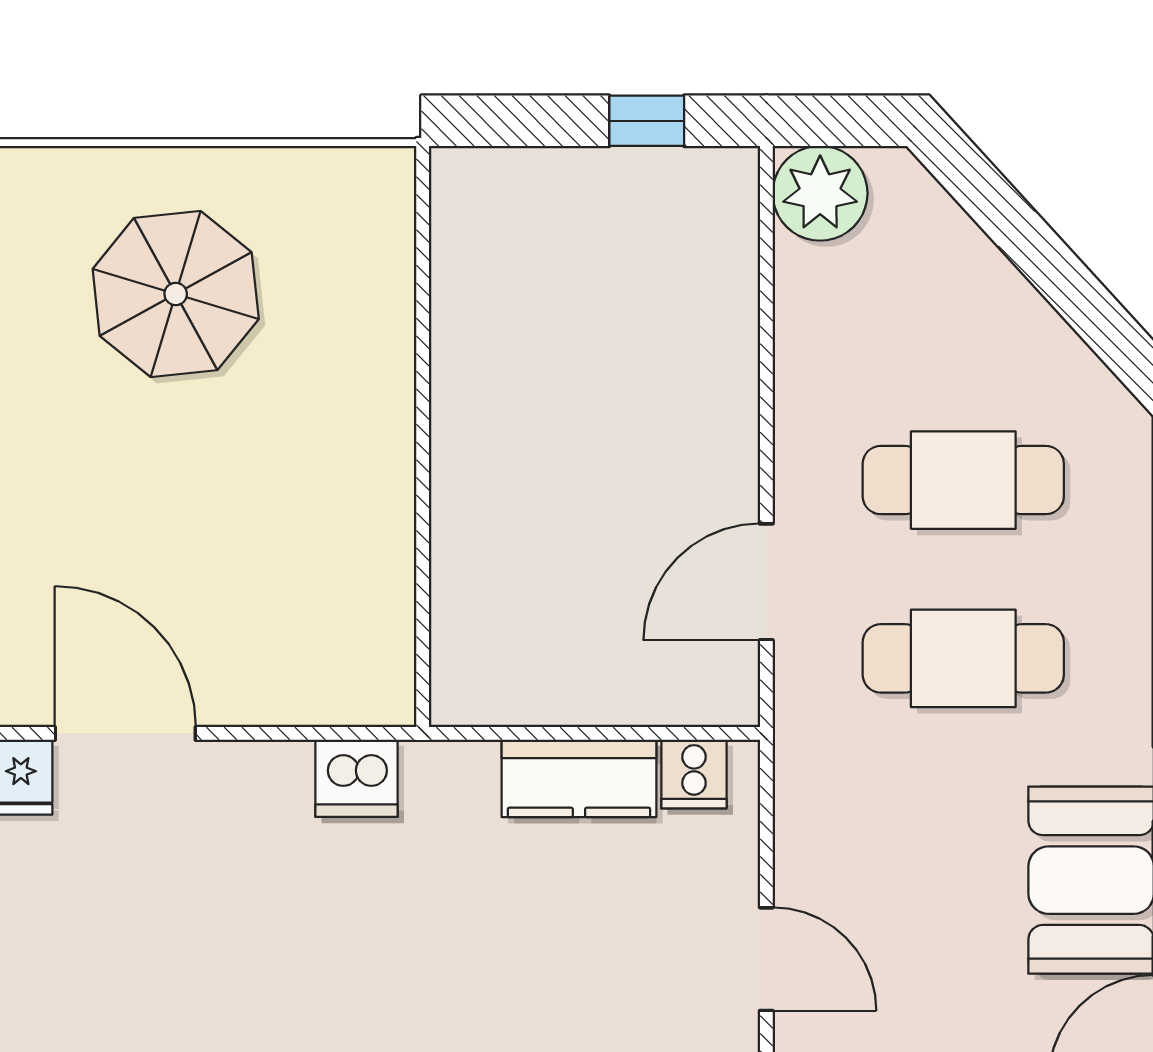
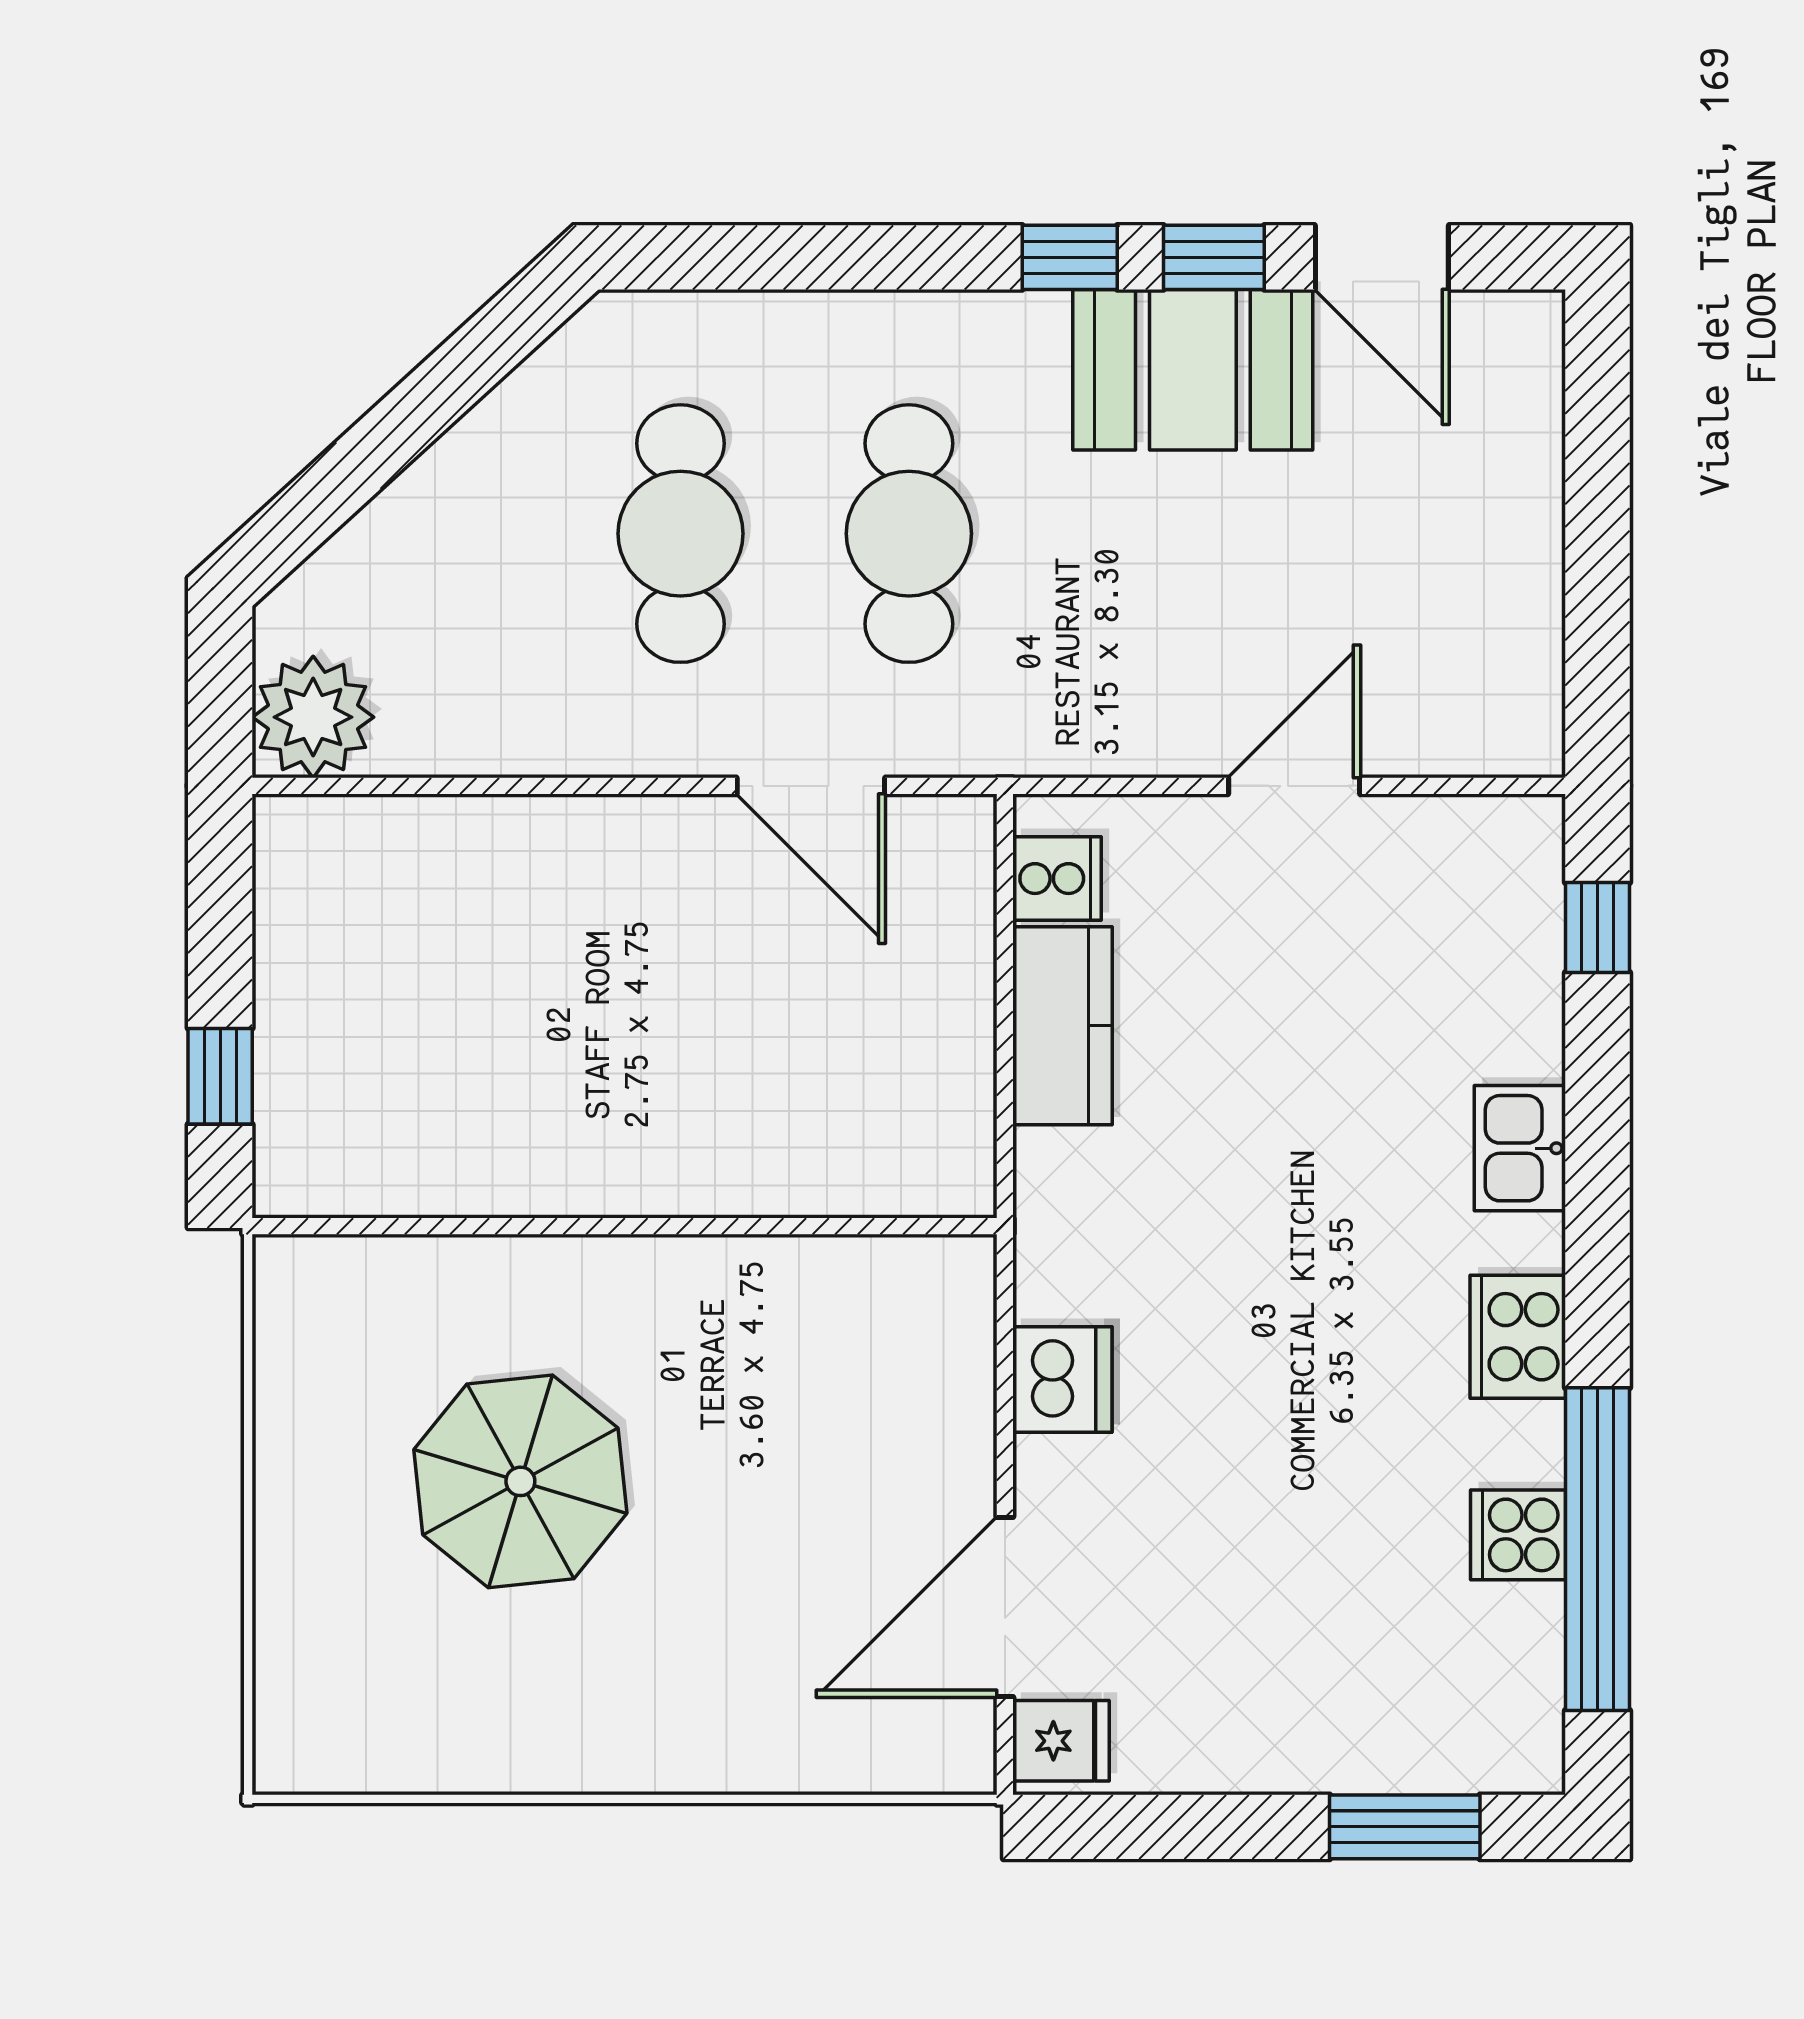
window: (647, 121) -> (220, 1076), moved
parasol: (176, 294) -> (520, 1481), moved
dishwasher: (357, 778) -> (1062, 1379), moved

